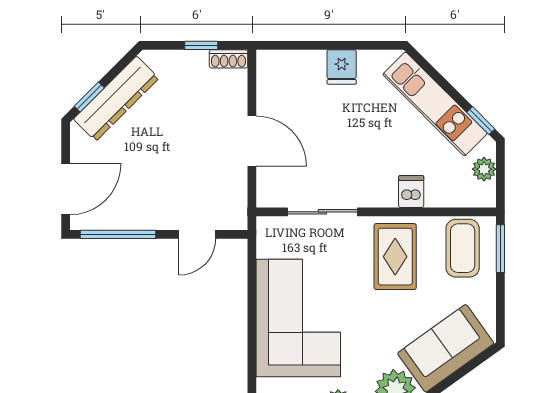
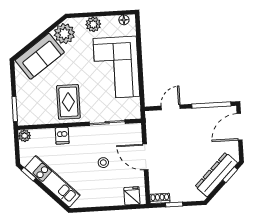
fridge: (342, 67) -> (132, 196), moved
stool: (334, 135) -> (103, 163), added
plant: (484, 169) -> (25, 136), moved
coffee table: (463, 248) -> (34, 108), removed

